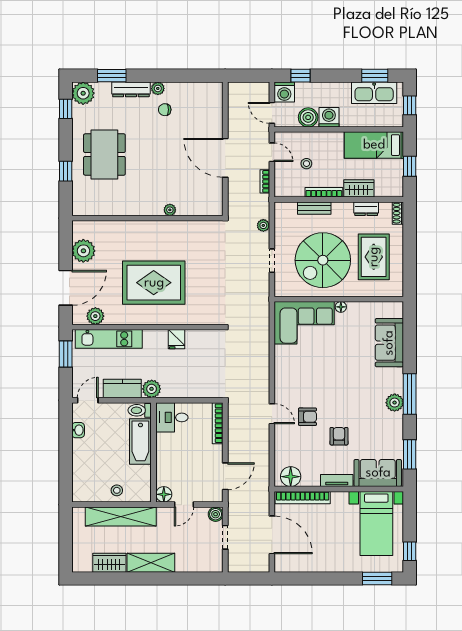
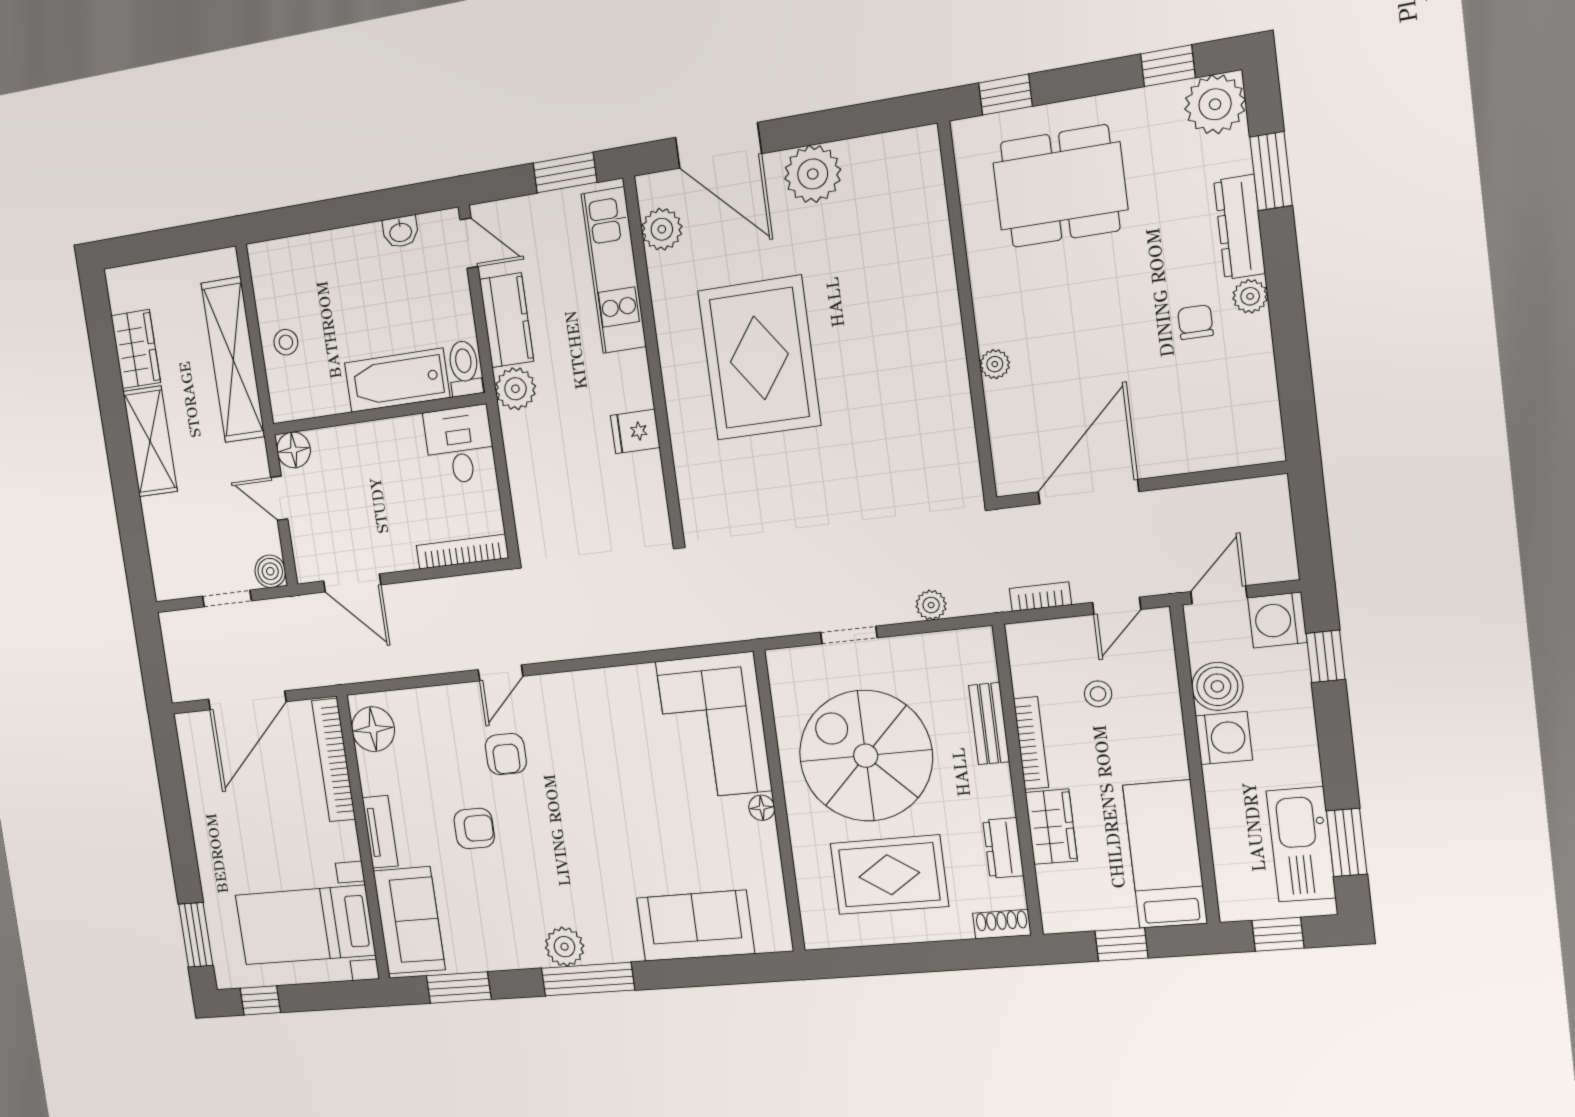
plant: (170, 210) -> (995, 364), moved
wall: (147, 218) -> (967, 311), moved

